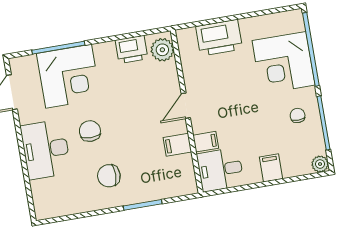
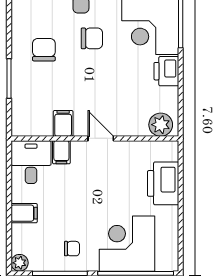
printer: (132, 49) -> (166, 71), moved

